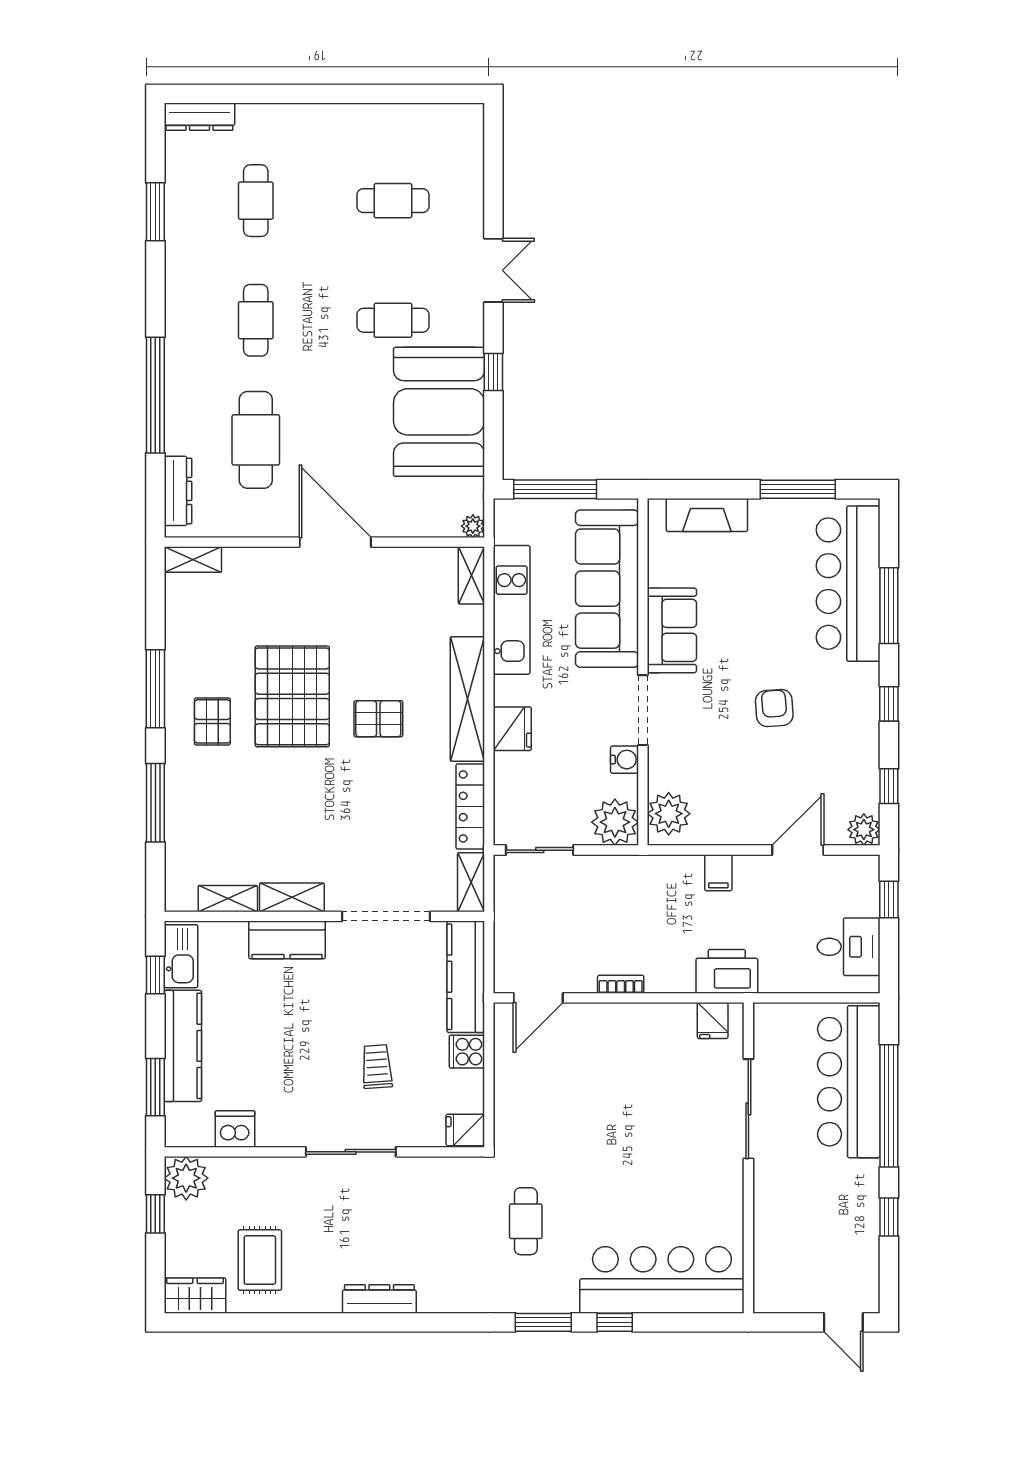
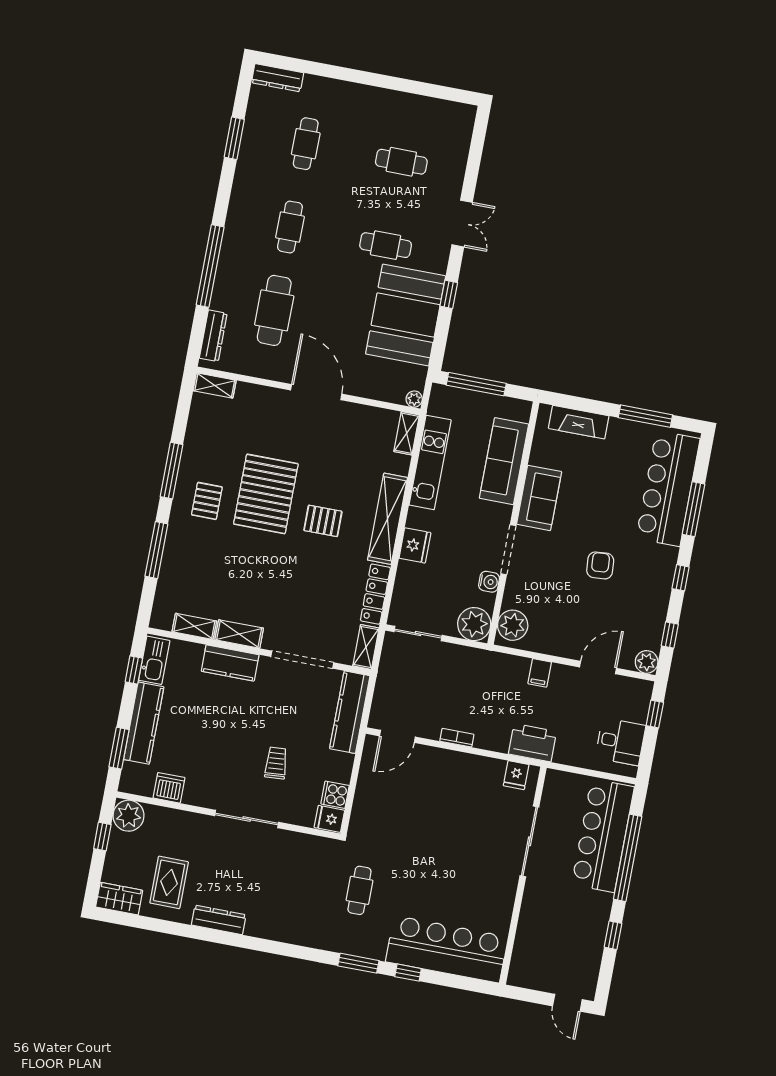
sofa: (607, 589) -> (504, 461), width x0.74, depth x0.79
cooker: (467, 1052) -> (335, 795), moved
dresser: (379, 1299) -> (219, 920), moved

